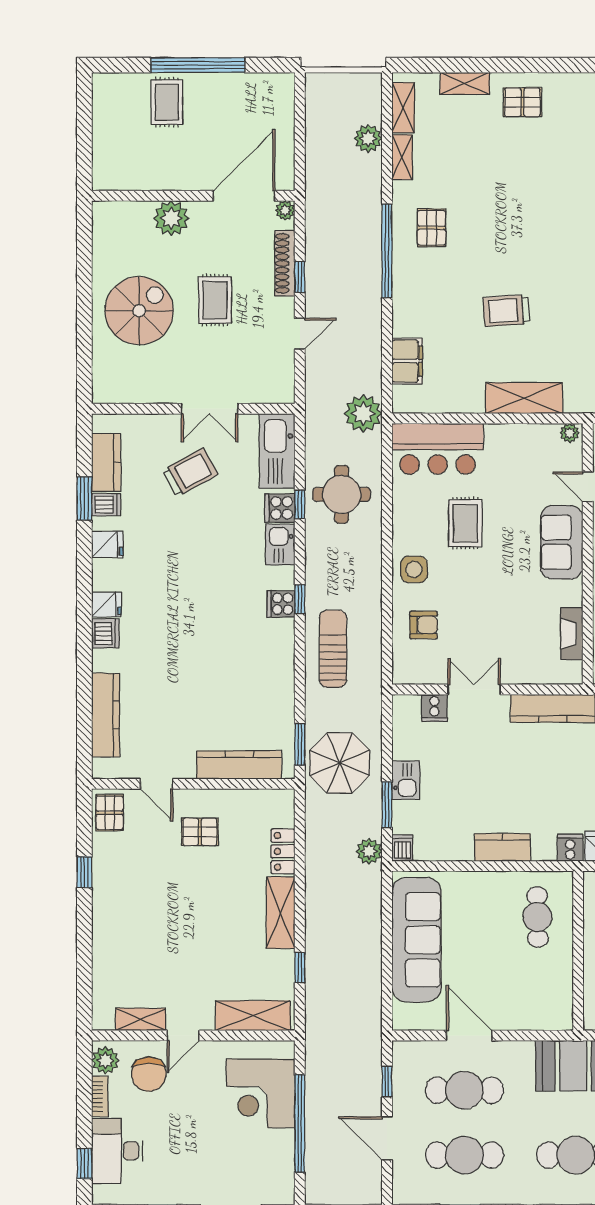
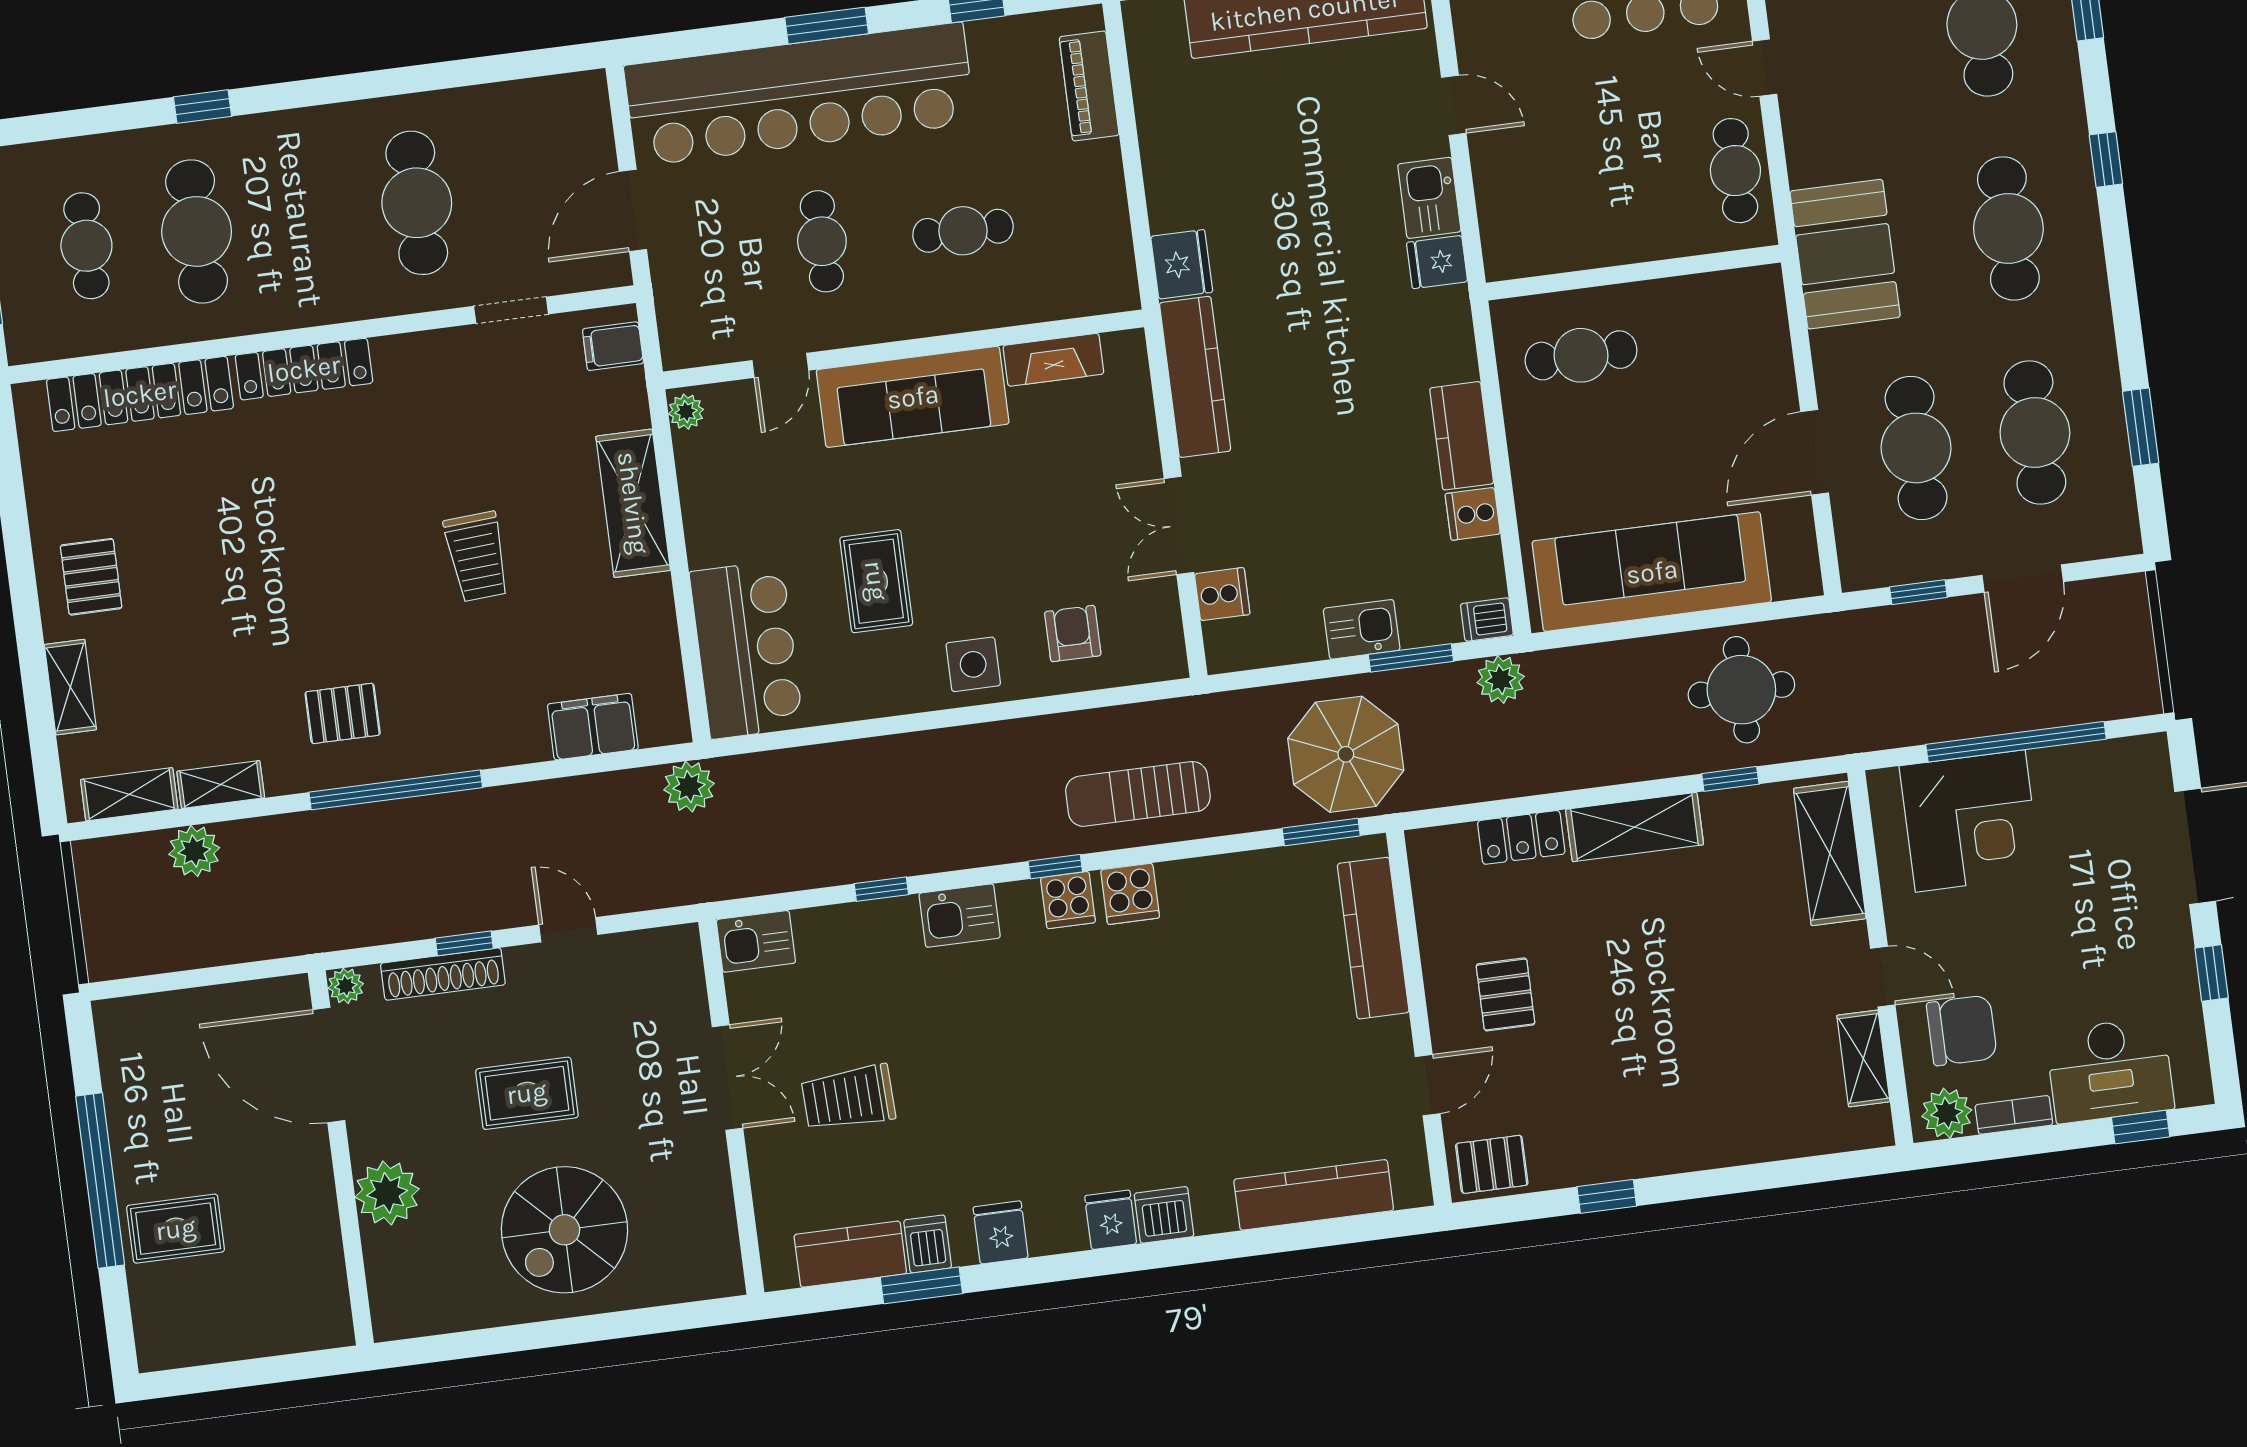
spiral stairs: (139, 311) -> (564, 1230), turned -90
plant: (363, 413) -> (689, 787), width x0.73, depth x0.73
kitchen sink: (277, 451) -> (756, 941), width x0.53, depth x0.81
trolley: (190, 472) -> (848, 1098), turned -63
round table: (342, 494) -> (1741, 690), moved
cooker: (280, 508) -> (1130, 894), moved
rug: (465, 523) -> (876, 581), turned 90
sofa: (562, 542) -> (913, 397), width x1.36
cooker: (570, 848) -> (1473, 514), moved

